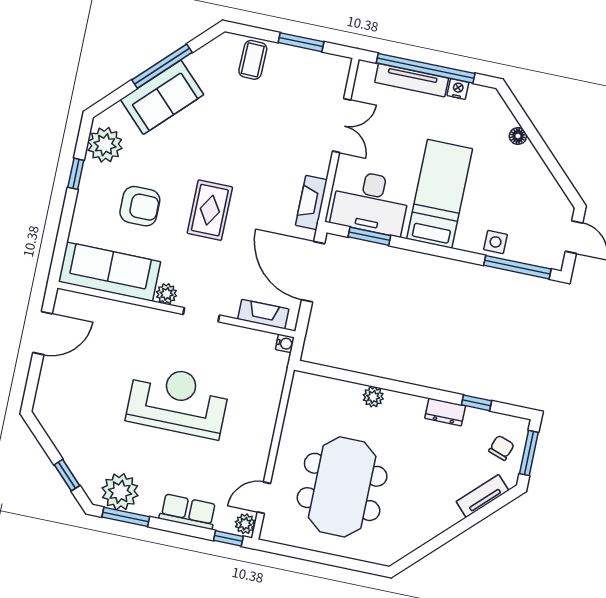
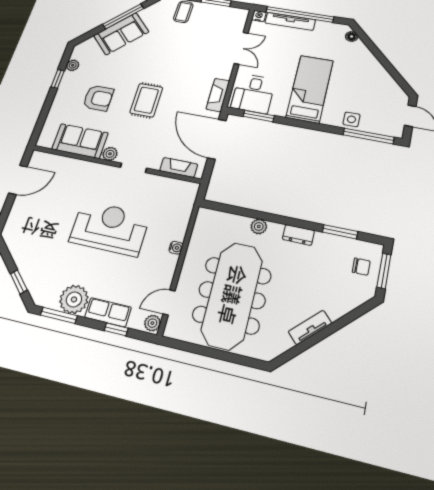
nightstand: (458, 89) -> (259, 16), moved
floor lamp: (518, 136) -> (352, 36), moved
plant: (105, 145) -> (73, 65), width x0.53, depth x0.53
desk: (371, 203) -> (253, 93), width x0.73
sofa: (110, 272) -> (80, 141), width x0.73
water cooler: (285, 343) -> (176, 248), moved
window: (477, 403) -> (340, 232), width x1.50
dresser: (445, 412) -> (298, 235), moved
chair: (501, 448) -> (361, 267), turned 71
meeting table: (342, 487) -> (232, 295), width x1.36
plant: (120, 492) -> (74, 299), moved
tv unit: (482, 496) -> (310, 327), moved
window: (228, 538) -> (116, 329), moved

